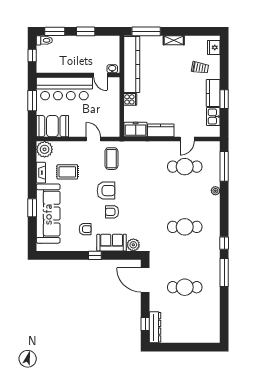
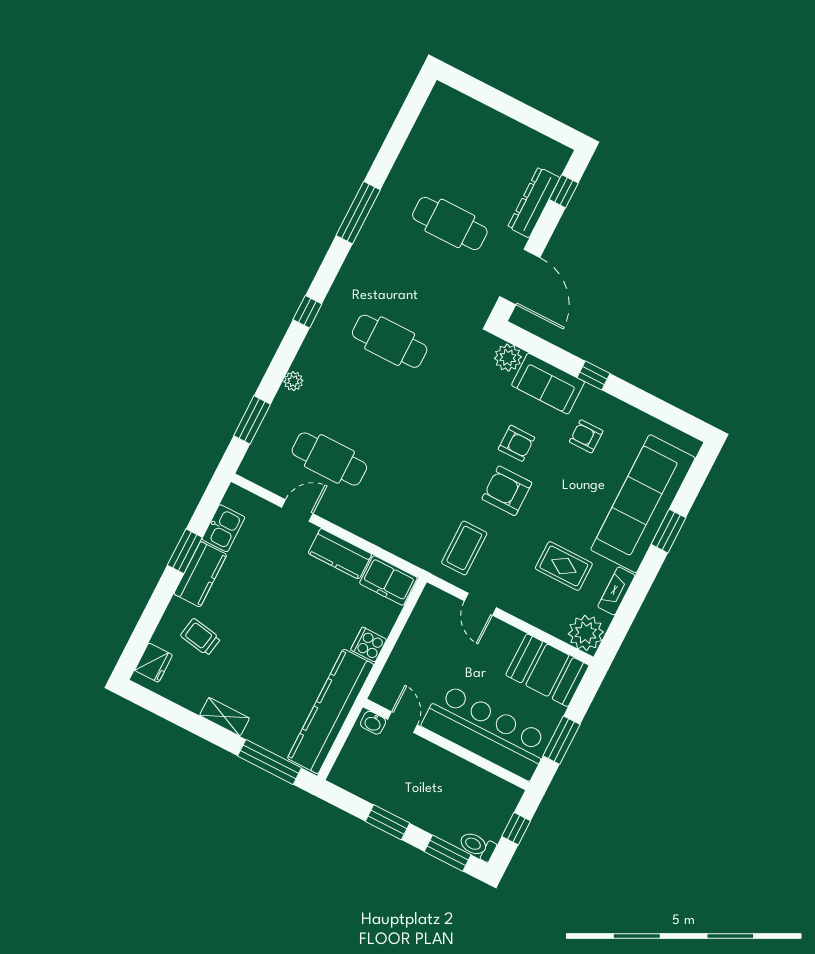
window: (224, 166) -> (252, 420), width x0.69
window: (224, 243) -> (307, 312), moved
dresser: (155, 327) -> (534, 202), moved

